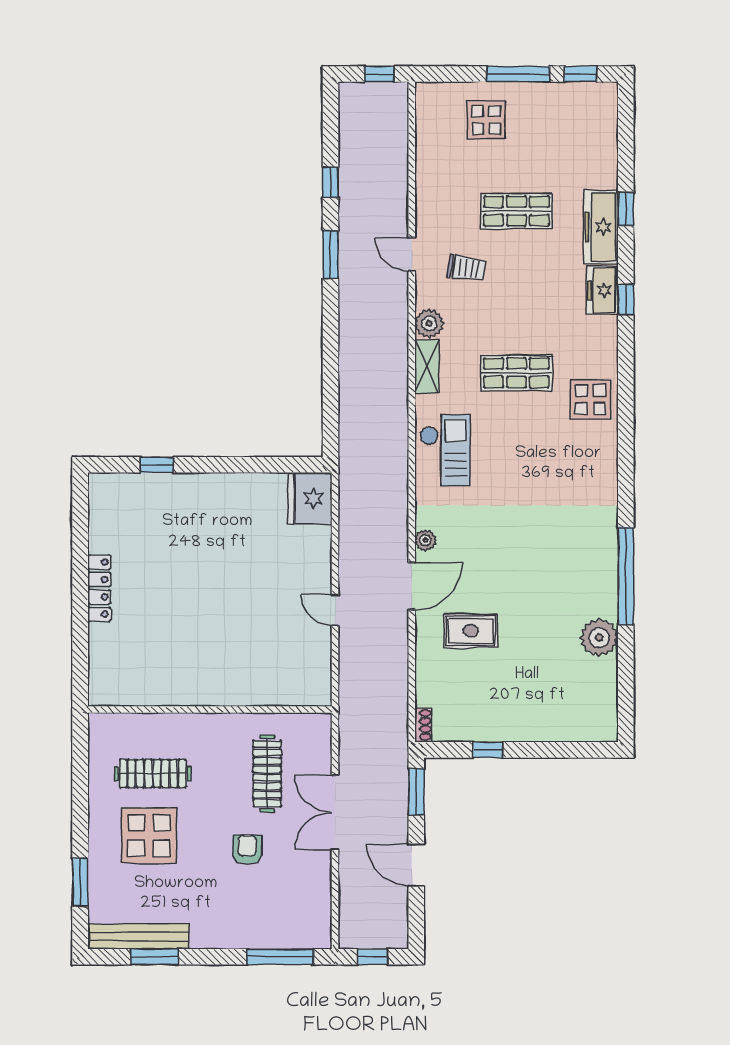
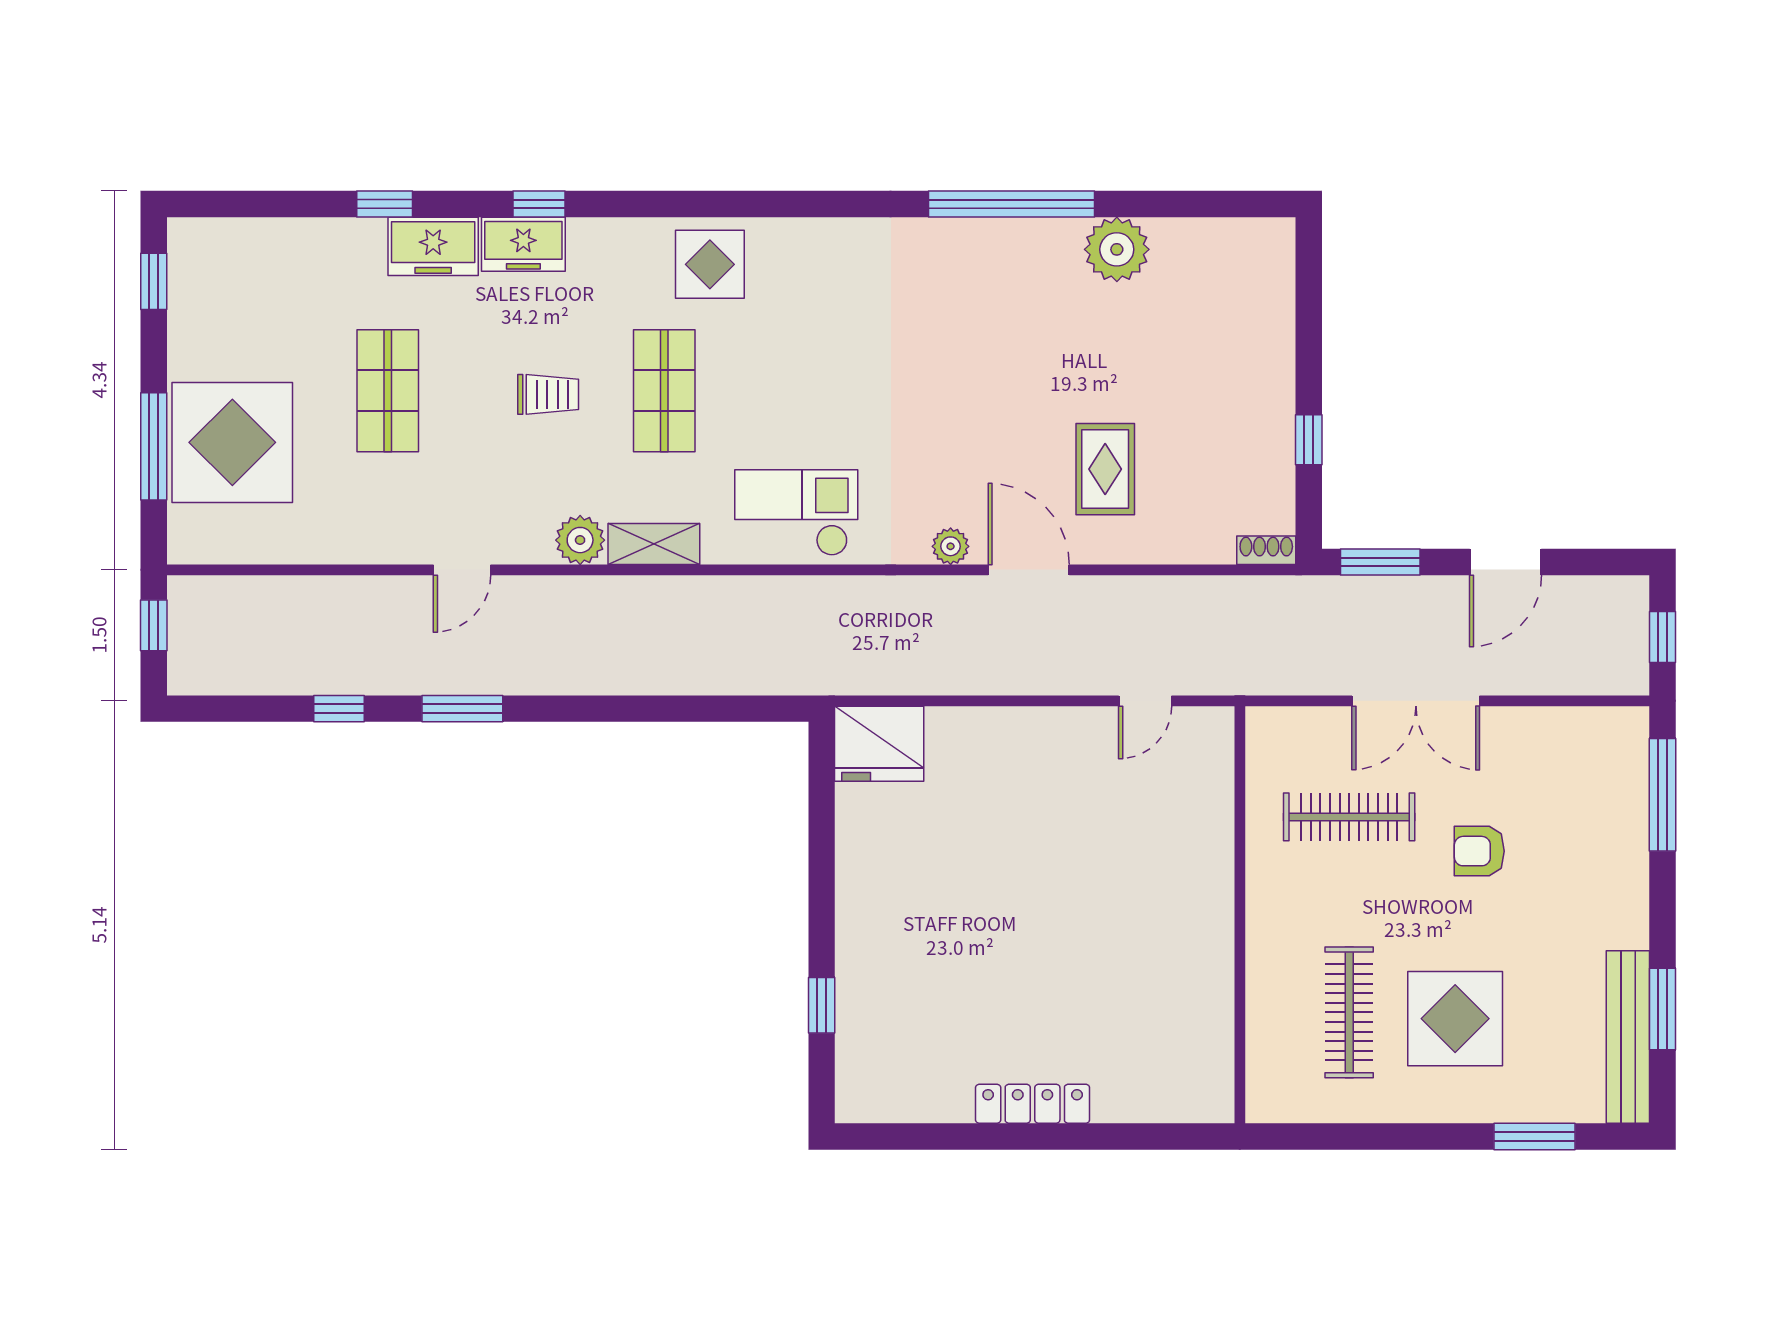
window: (518, 74) -> (154, 446), moved
display table: (486, 120) -> (232, 442), width x1.86, depth x1.86
freezer: (601, 227) -> (433, 246), width x0.71
trolley: (467, 268) -> (548, 394), moved, turned 82
door: (335, 610) -> (1145, 701), moved

